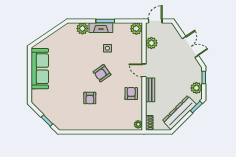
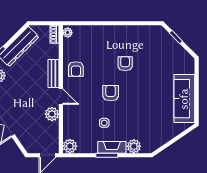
plant: (151, 43) -> (52, 114), moved
armchair: (102, 73) -> (111, 93), turned -54

